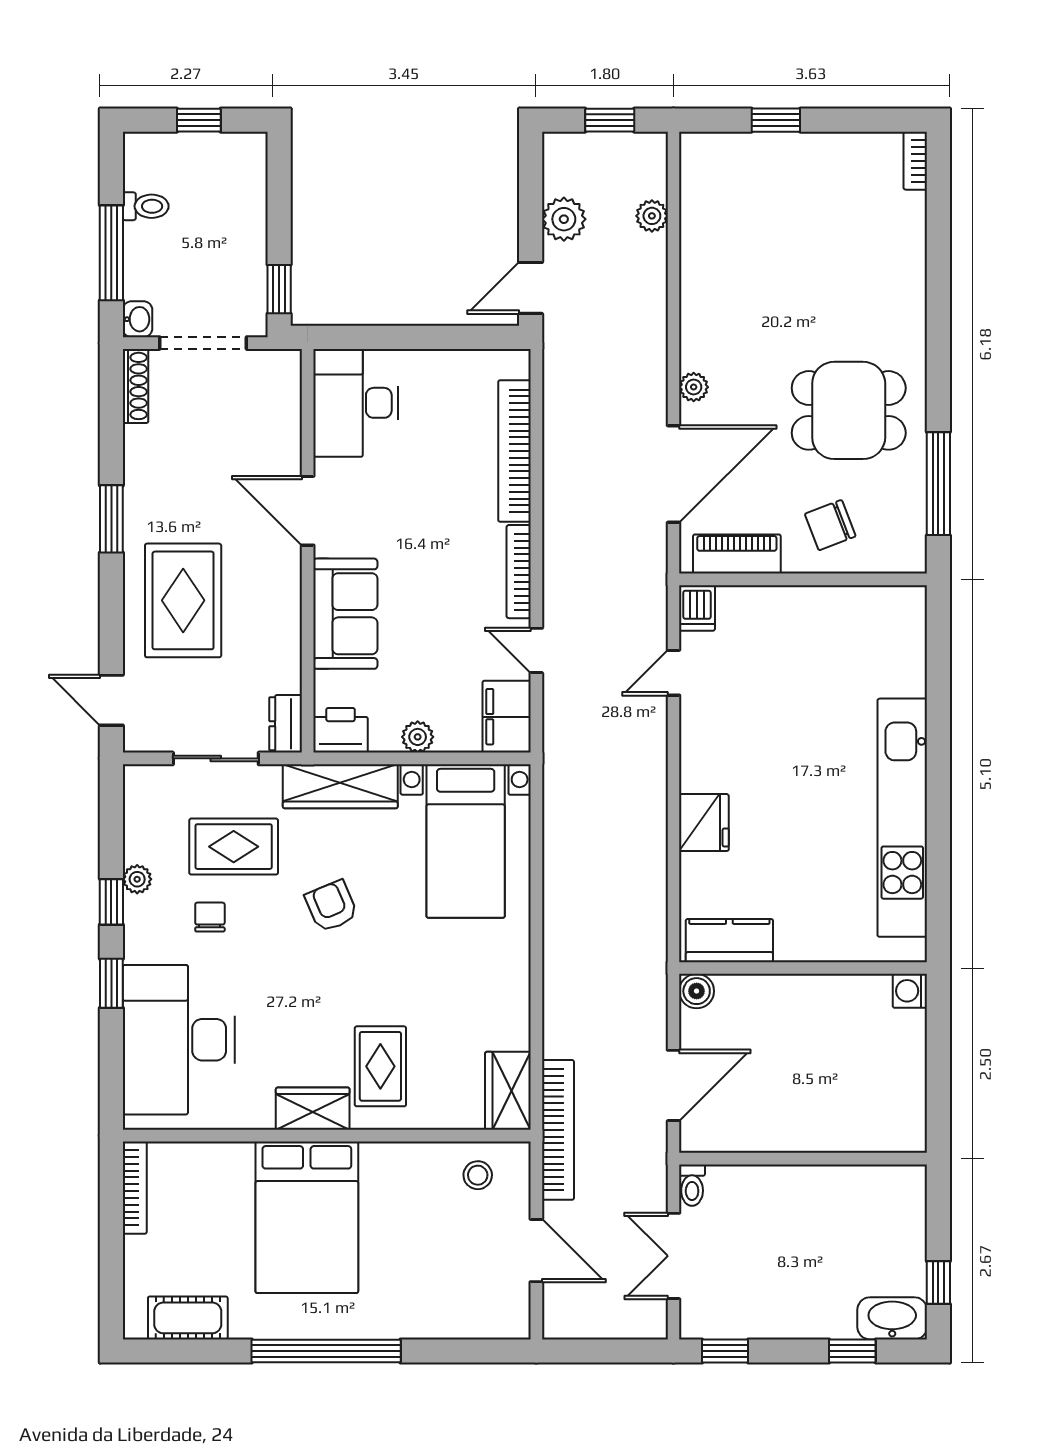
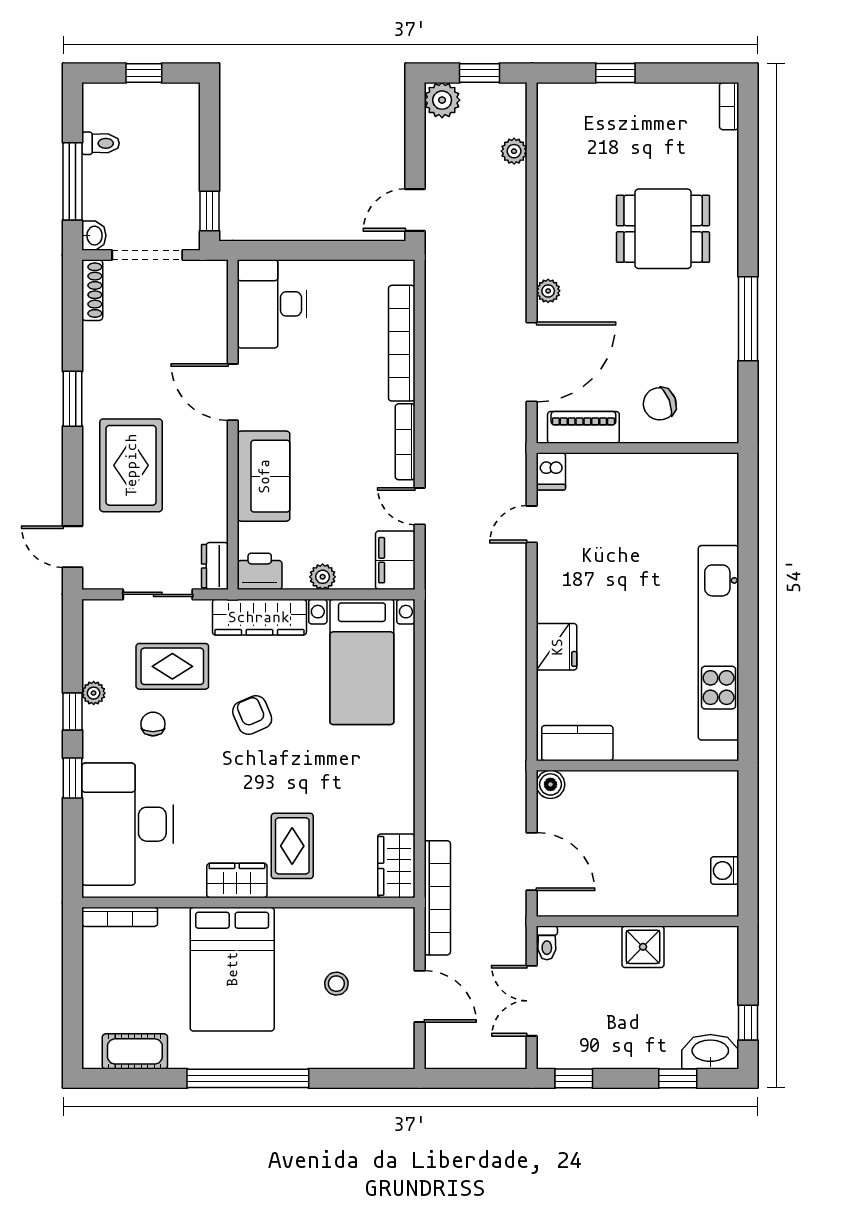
plant: (564, 219) -> (442, 100), moved
dining table: (849, 410) -> (663, 229), moved
window: (938, 484) -> (748, 319), moved
washing machine: (910, 991) -> (725, 871), moved
door: (674, 1085) -> (532, 861), hinge flipped
stool: (478, 1175) -> (336, 984), moved
bookcase: (135, 1188) -> (120, 917), moved, turned 90
shower: (810, 1190) -> (643, 947), added

